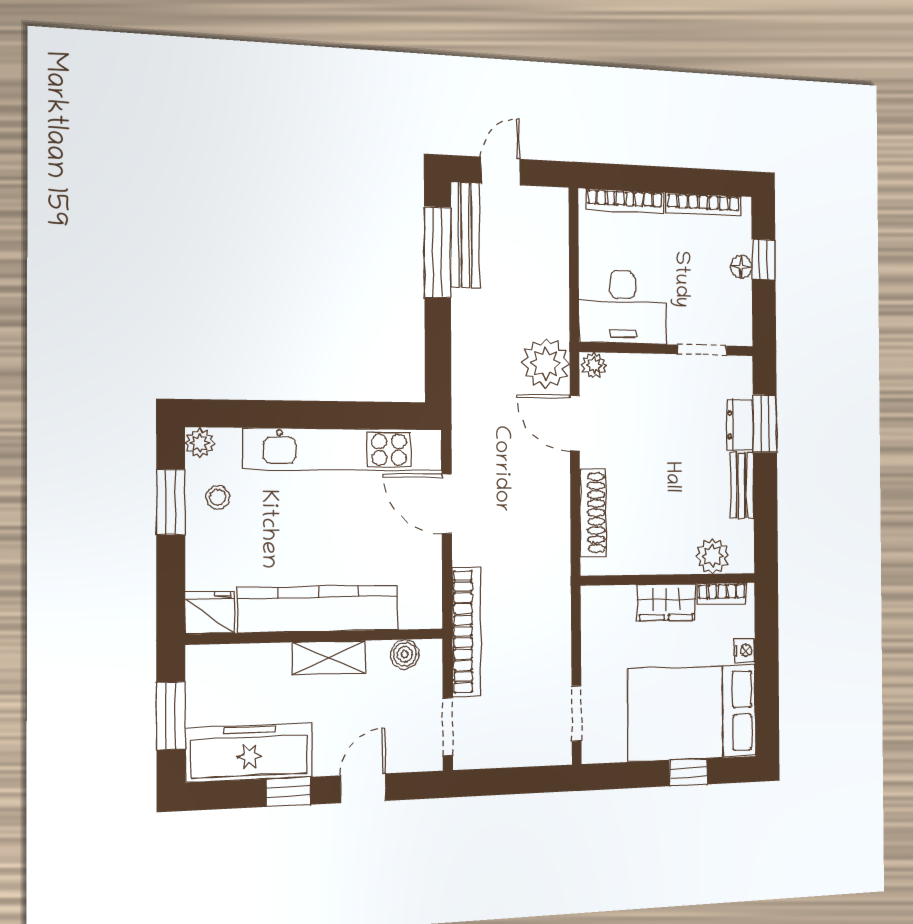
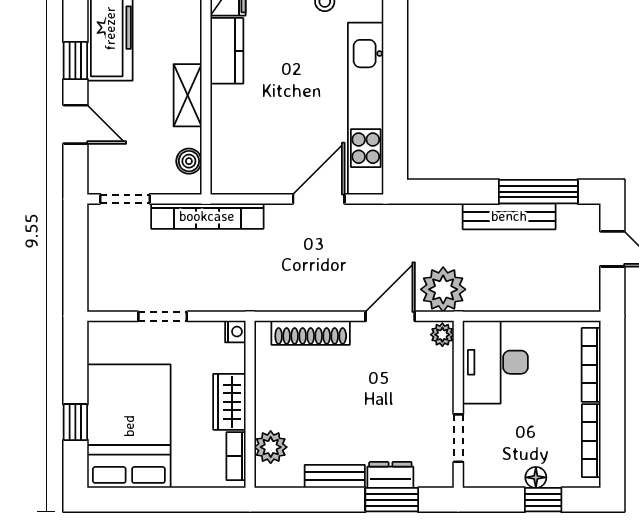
bench: (465, 235) -> (509, 216), moved
kitchen counter: (319, 609) -> (227, 51), width x0.48, depth x0.86
nightstand: (744, 651) -> (235, 332), moved, turned -90
doorway: (576, 713) -> (163, 316), moved

